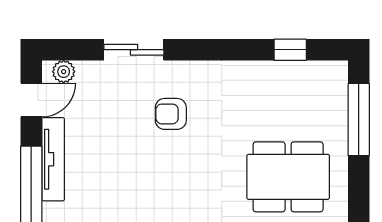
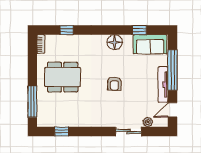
plant: (64, 72) -> (148, 122), moved
armchair: (171, 114) -> (114, 84), moved, turned 90

